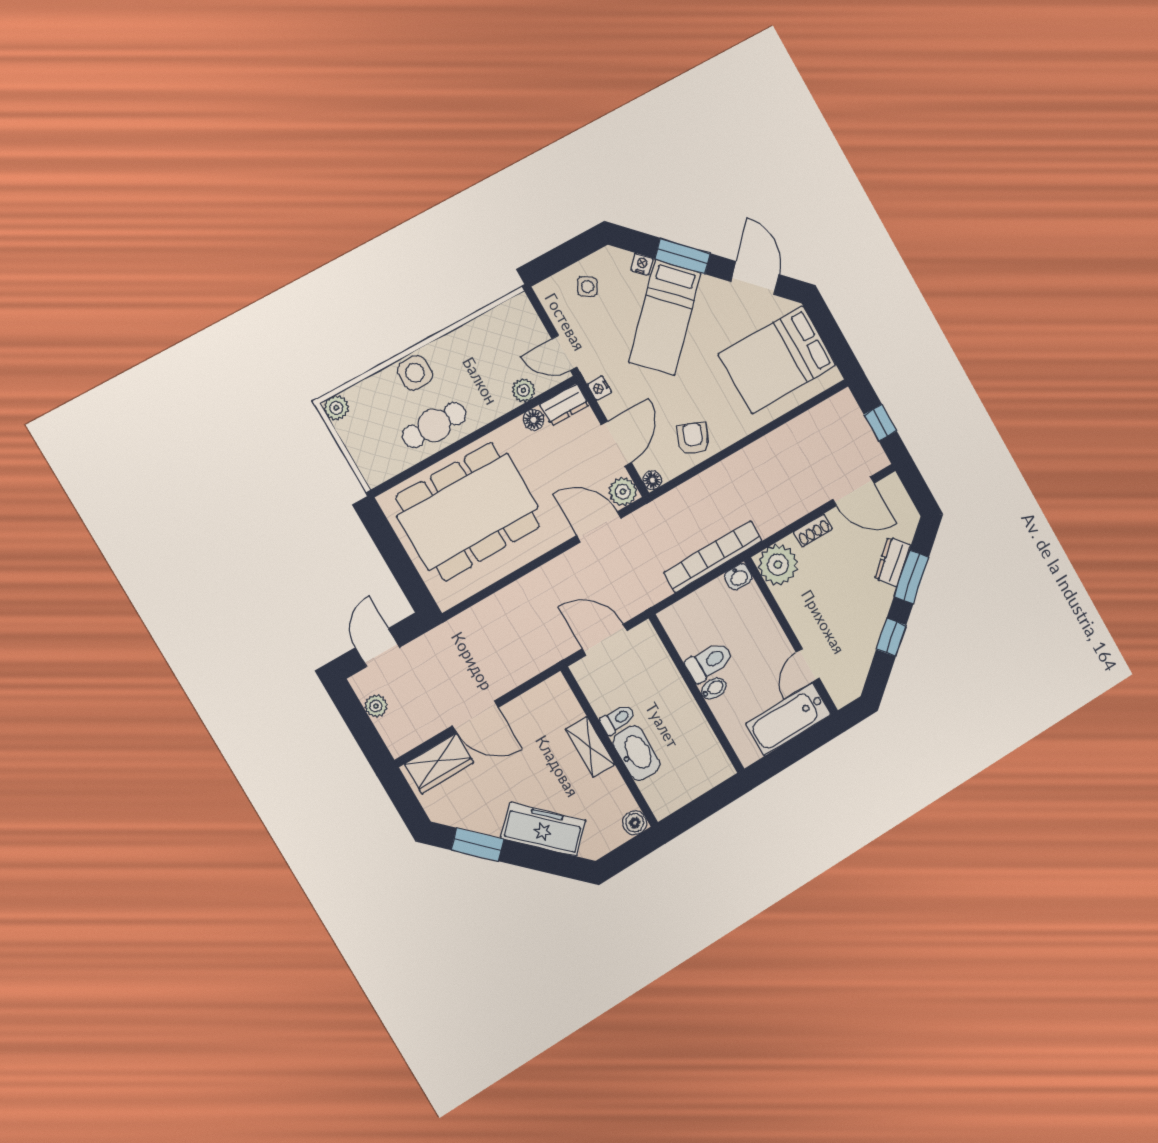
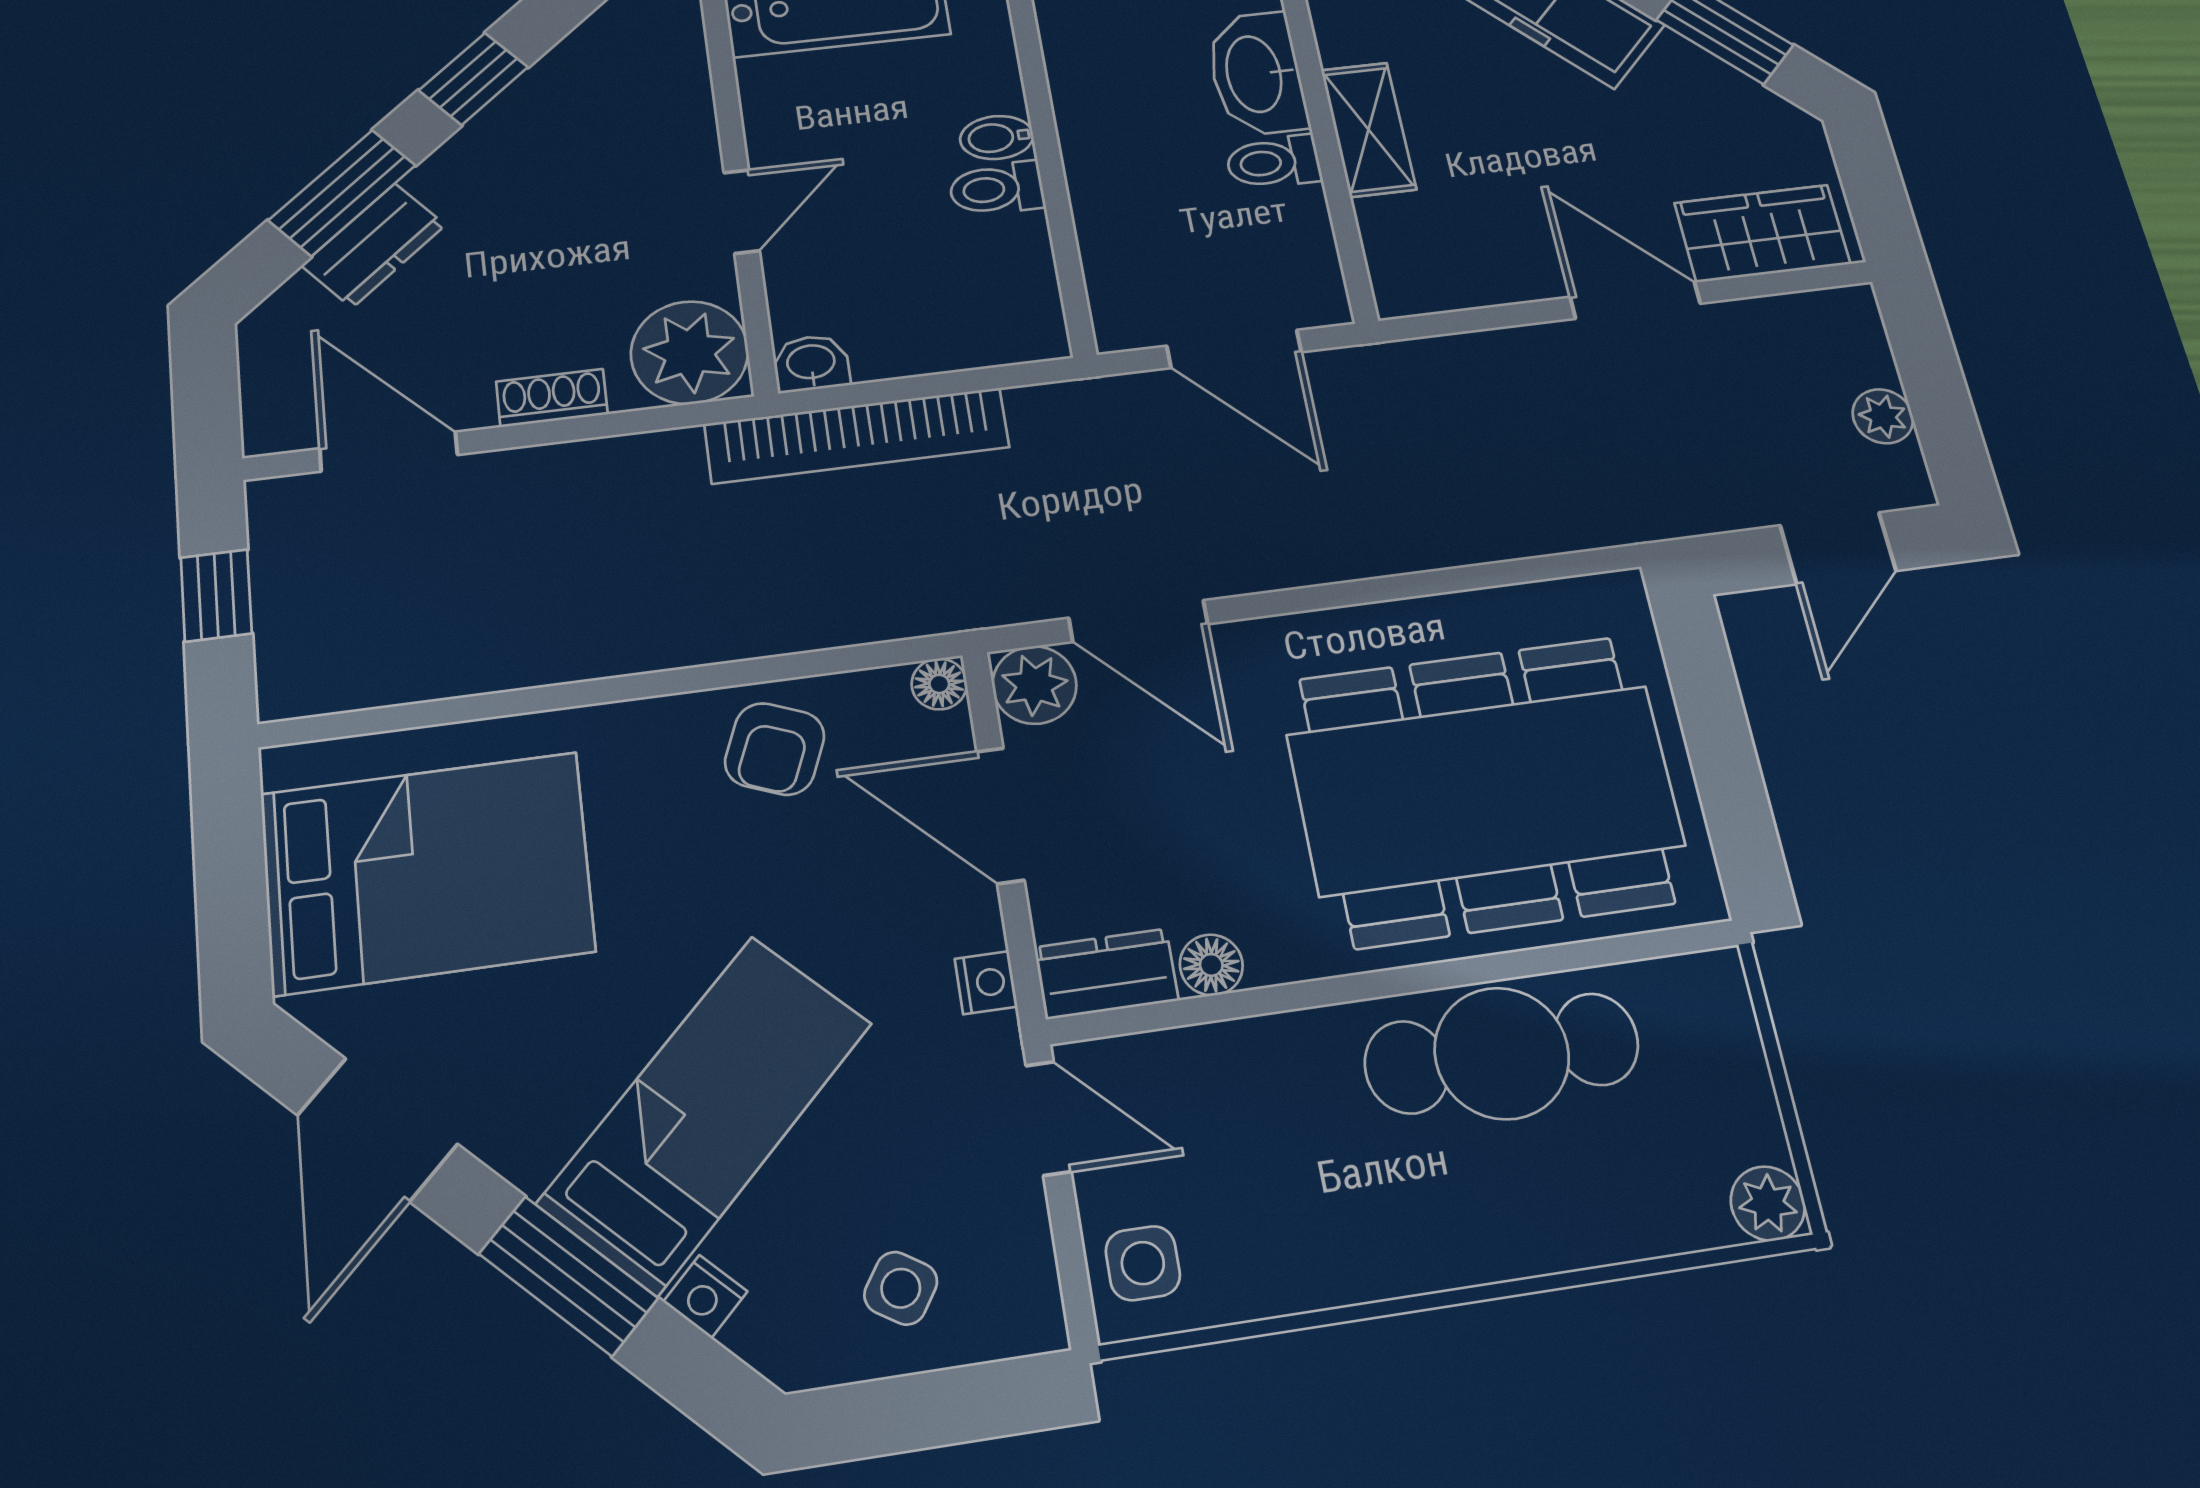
side table: (415, 373) -> (1143, 1263), moved, width x0.73, depth x0.73
plant: (523, 390) -> (1210, 1057), removed
cafe table: (434, 425) -> (1502, 1053), width x1.37, depth x1.35
door: (616, 444) -> (1000, 815), hinge flipped
toilet: (709, 662) -> (997, 189), width x0.73, depth x0.72
door: (808, 665) -> (742, 212), moved

